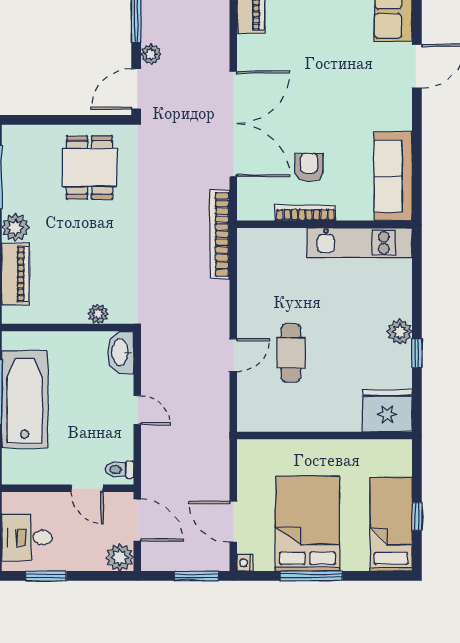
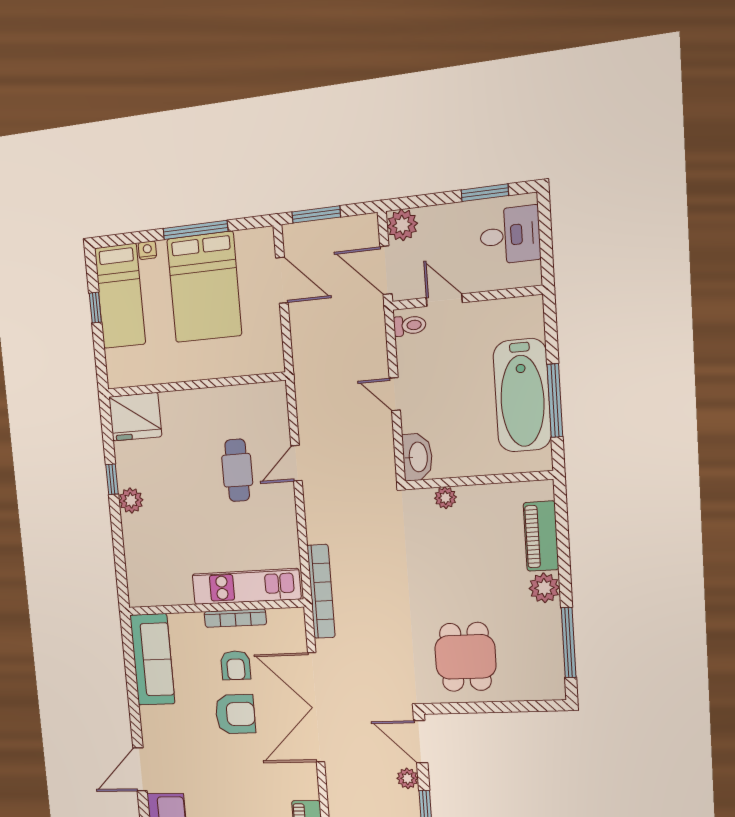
door: (136, 89) -> (421, 742), swing flipped
armchair: (314, 120) -> (235, 714), added
kitchen unit: (360, 243) -> (246, 586), moved
nightstand: (245, 563) -> (147, 250), moved, turned -90

